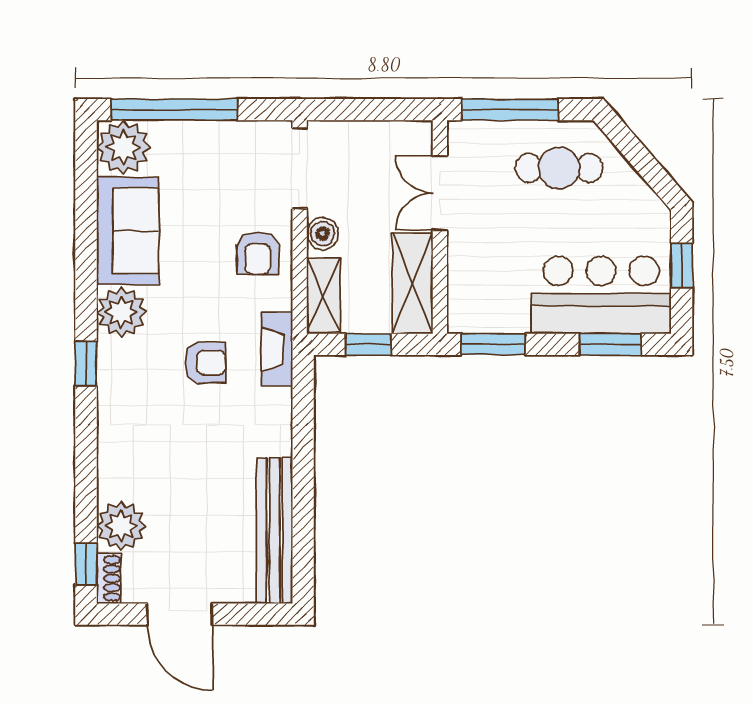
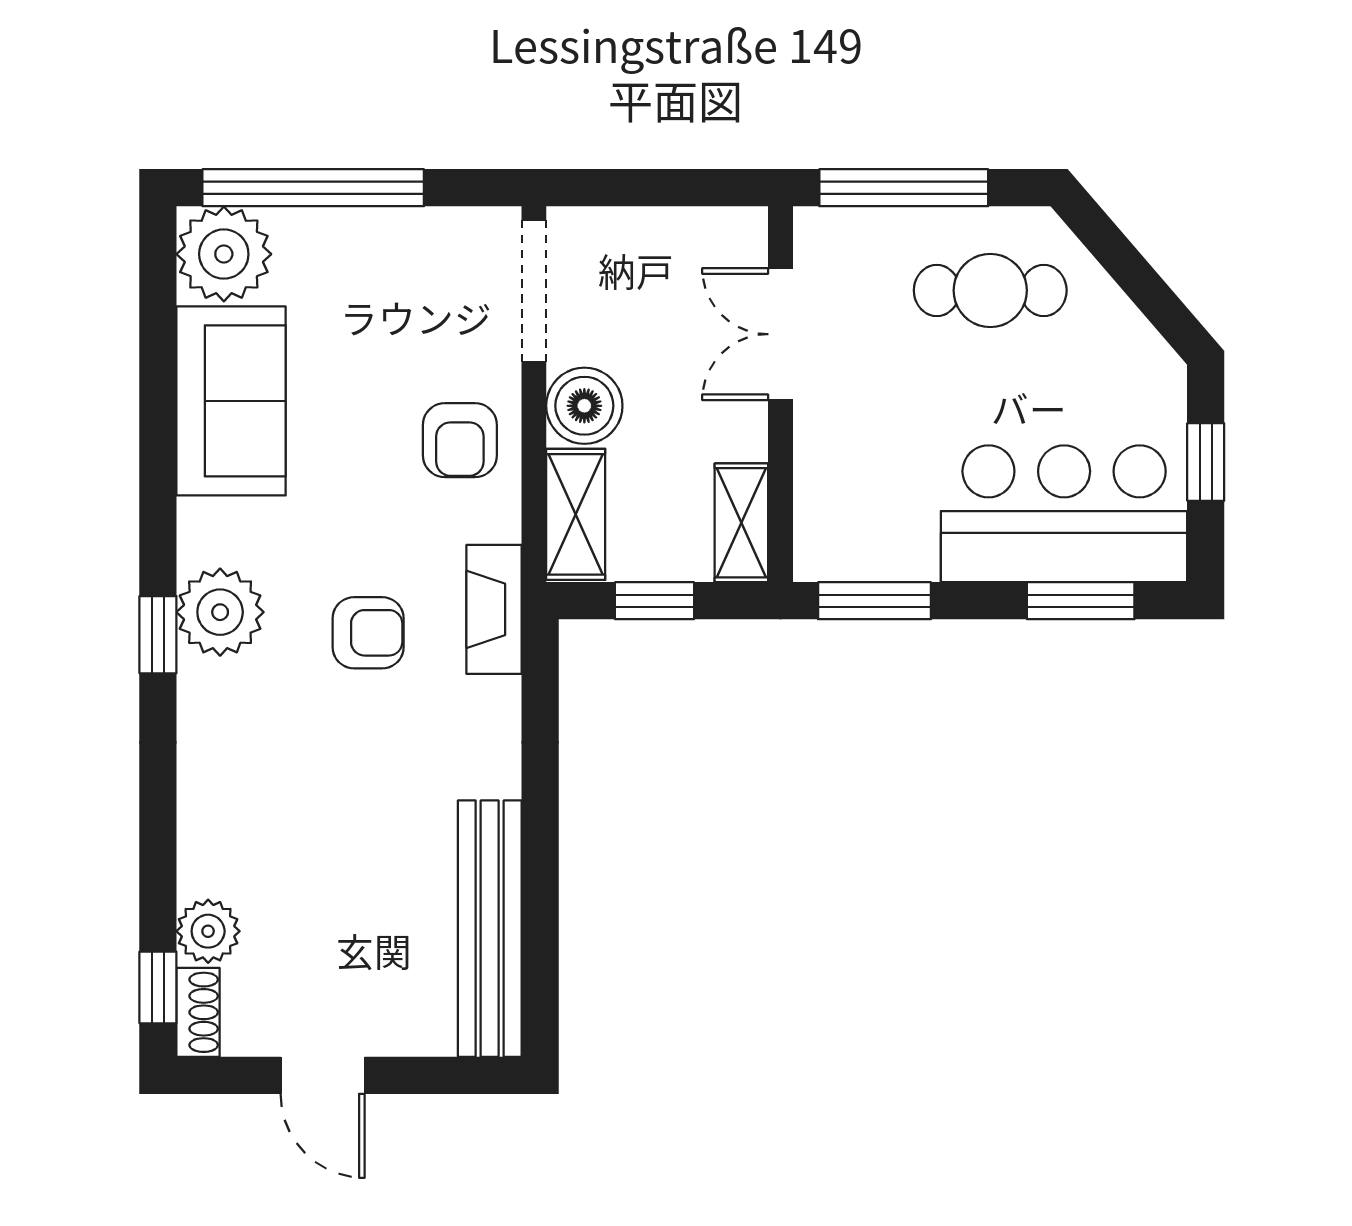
boiler: (323, 234) -> (584, 406), width x1.36, depth x1.36
shelving: (413, 283) -> (741, 523), width x0.67, depth x0.75
plant: (121, 312) -> (220, 612), moved
plant: (121, 526) -> (208, 931), width x0.73, depth x0.73
door: (180, 614) -> (323, 1075), width x0.73

